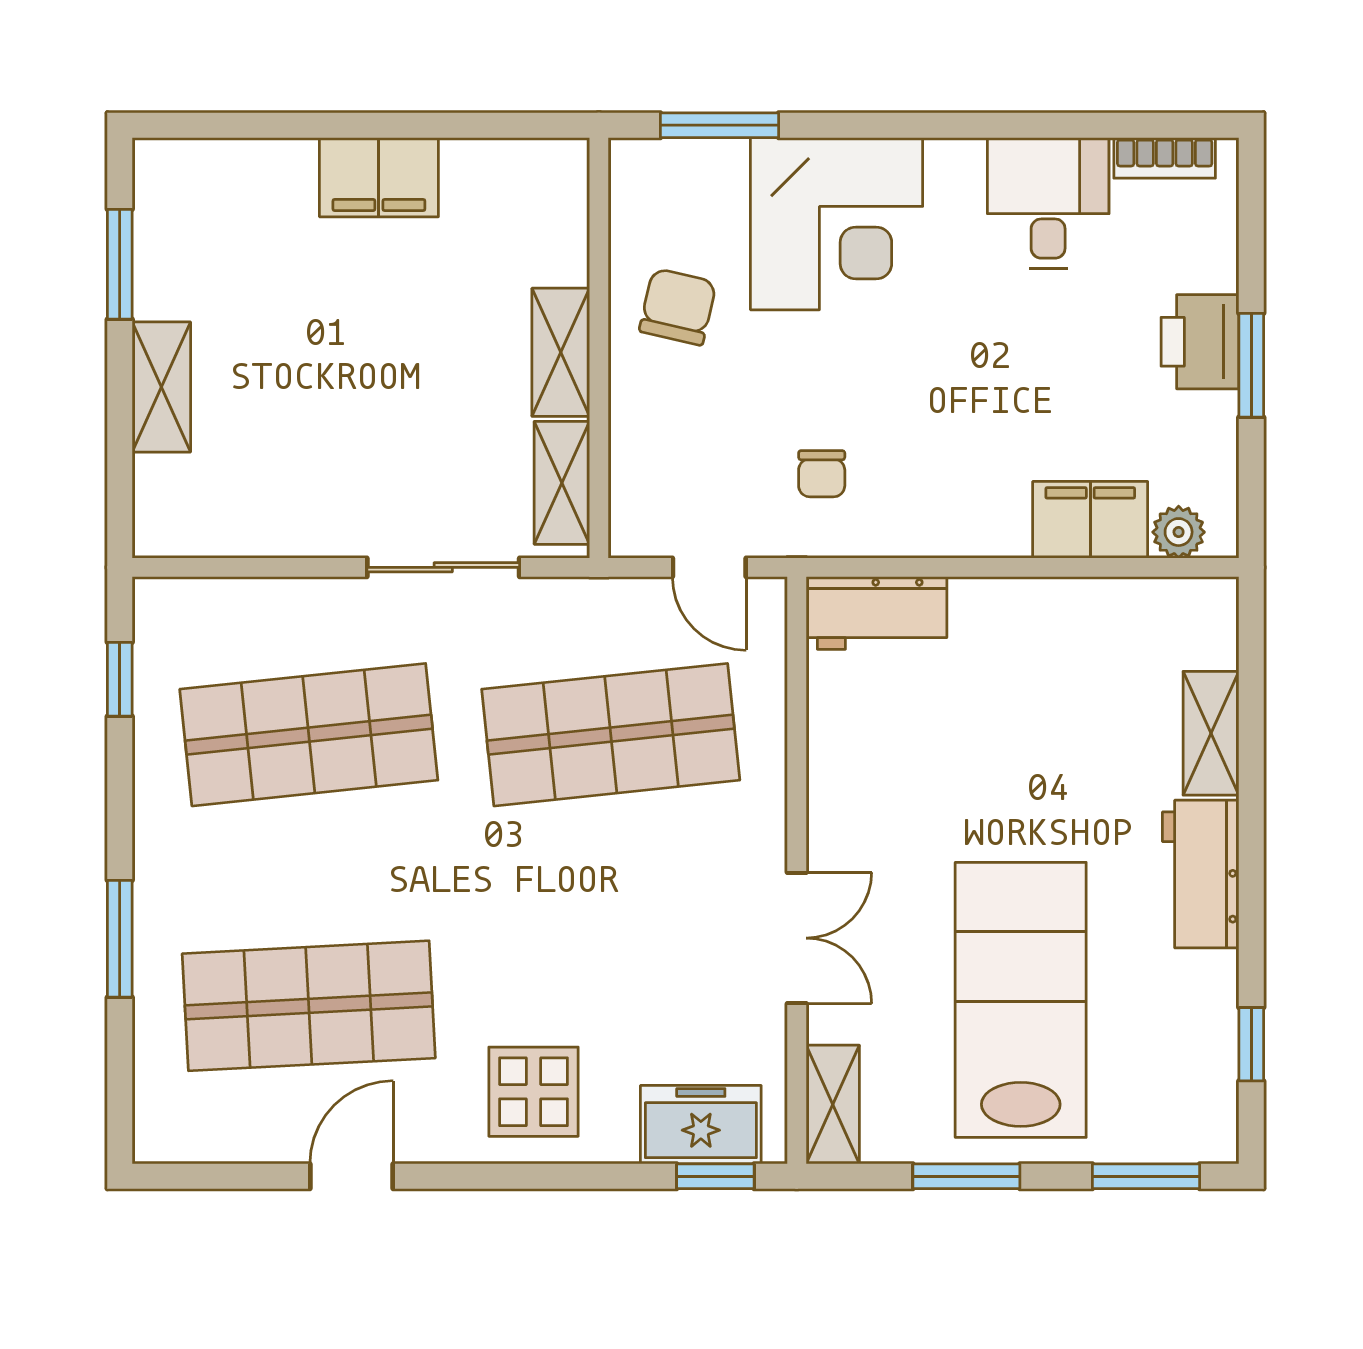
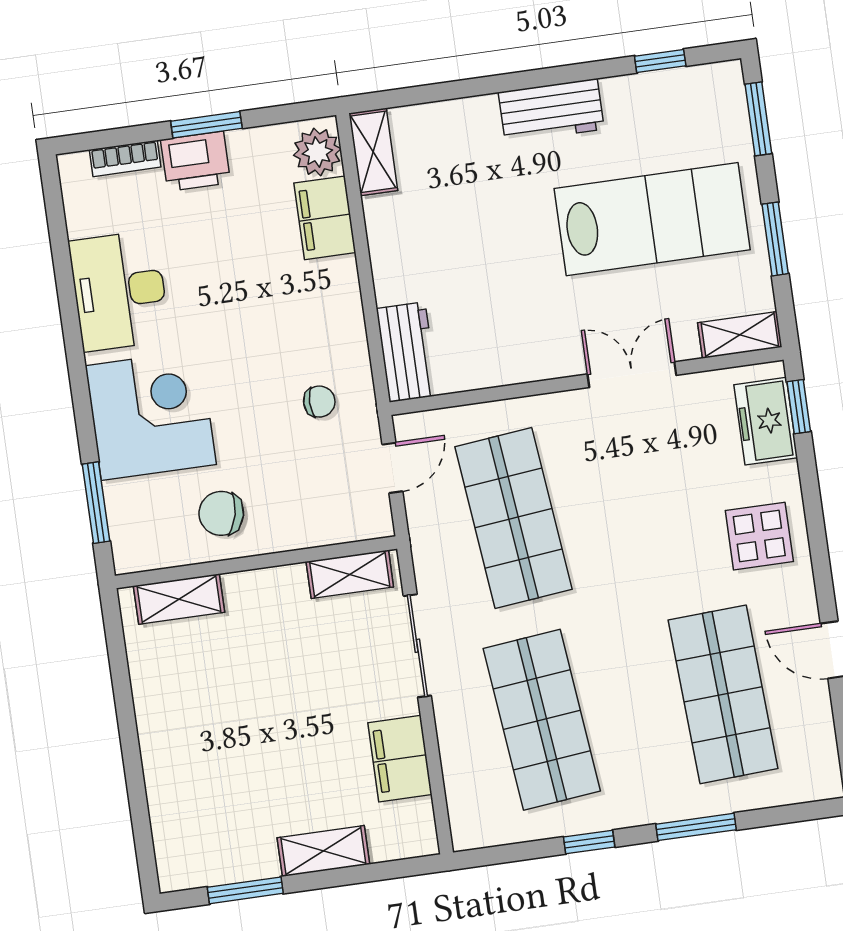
bookcase: (1165, 158) -> (125, 158), moved, turned 90
filing cabinet: (379, 177) -> (400, 759), moved, turned 180
desk: (1048, 203) -> (119, 291), width x1.37
shelving: (561, 352) -> (179, 599), moved
plant: (1179, 532) -> (317, 152), width x1.38, depth x1.38
window: (120, 679) -> (589, 842), moved
shelving: (1211, 733) -> (373, 152), moved, turned 90
lab bench: (1021, 1000) -> (652, 219), turned 180

